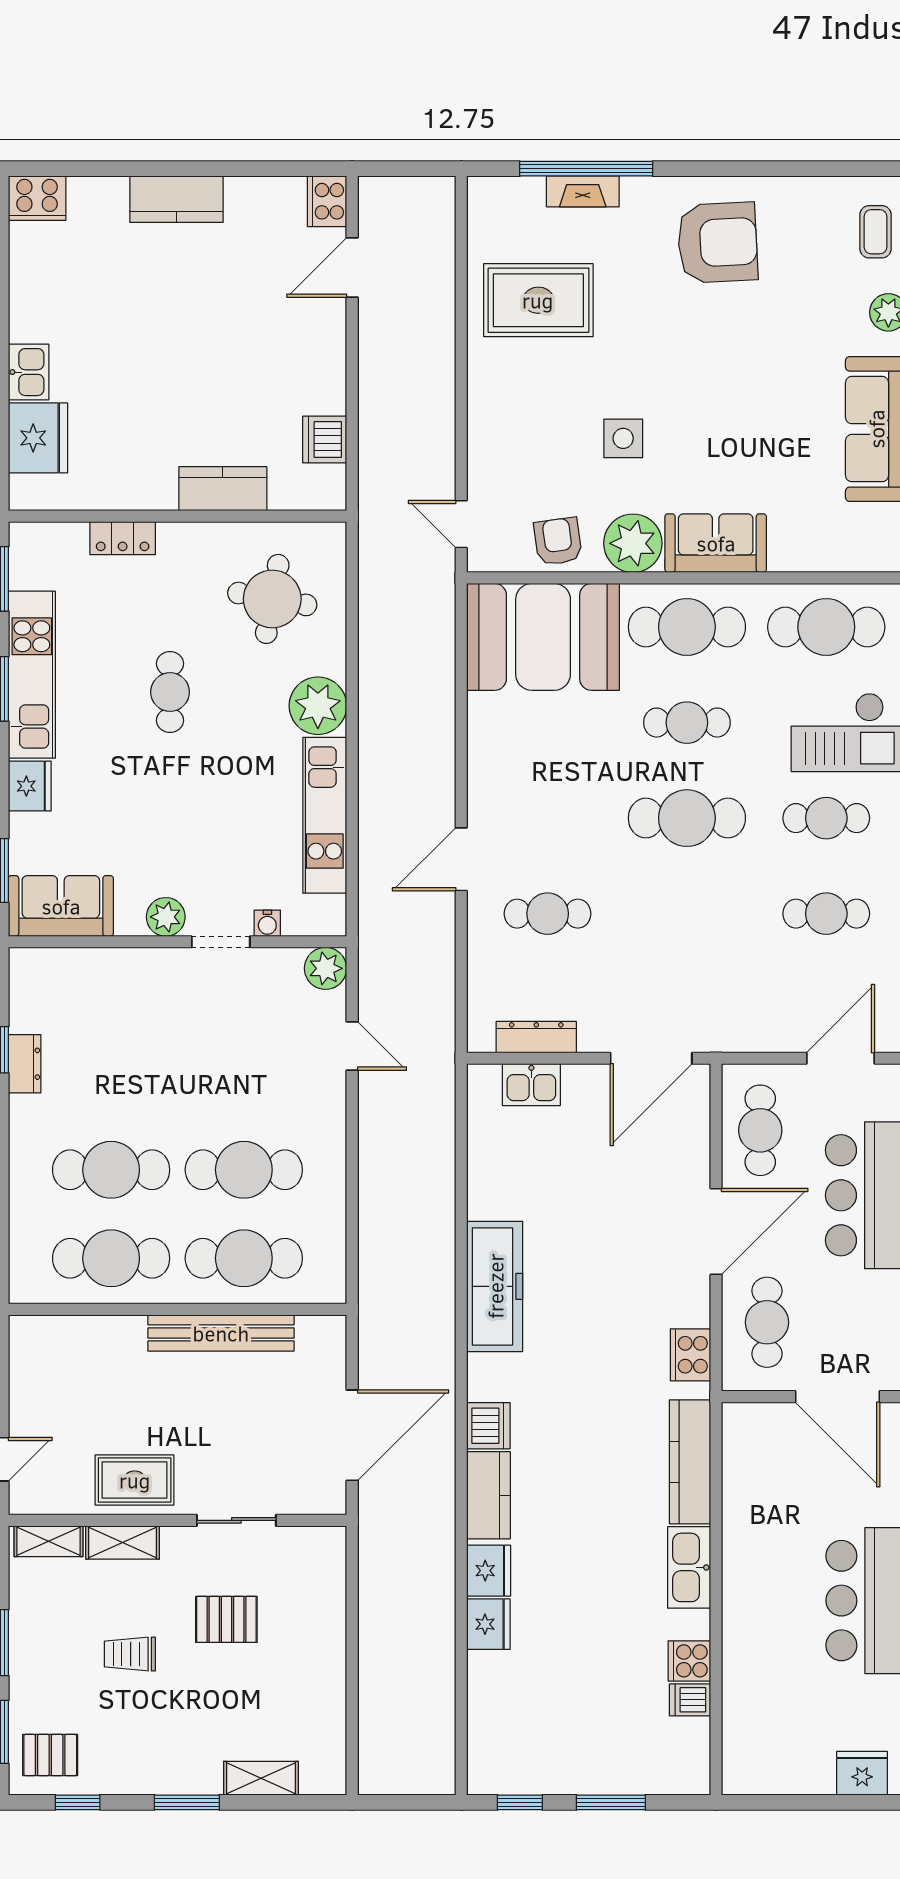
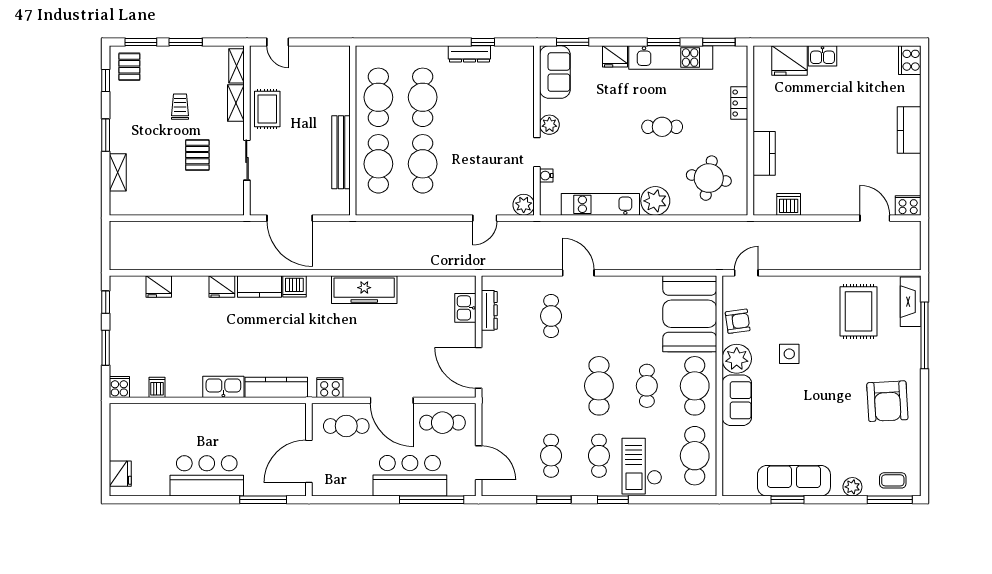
fireplace: (583, 191) -> (911, 302), moved, width x1.37, depth x1.32
dresser: (25, 1064) -> (469, 54), width x1.44
fridge: (488, 1624) -> (159, 286), moved
cooker: (689, 1661) -> (119, 387), moved

